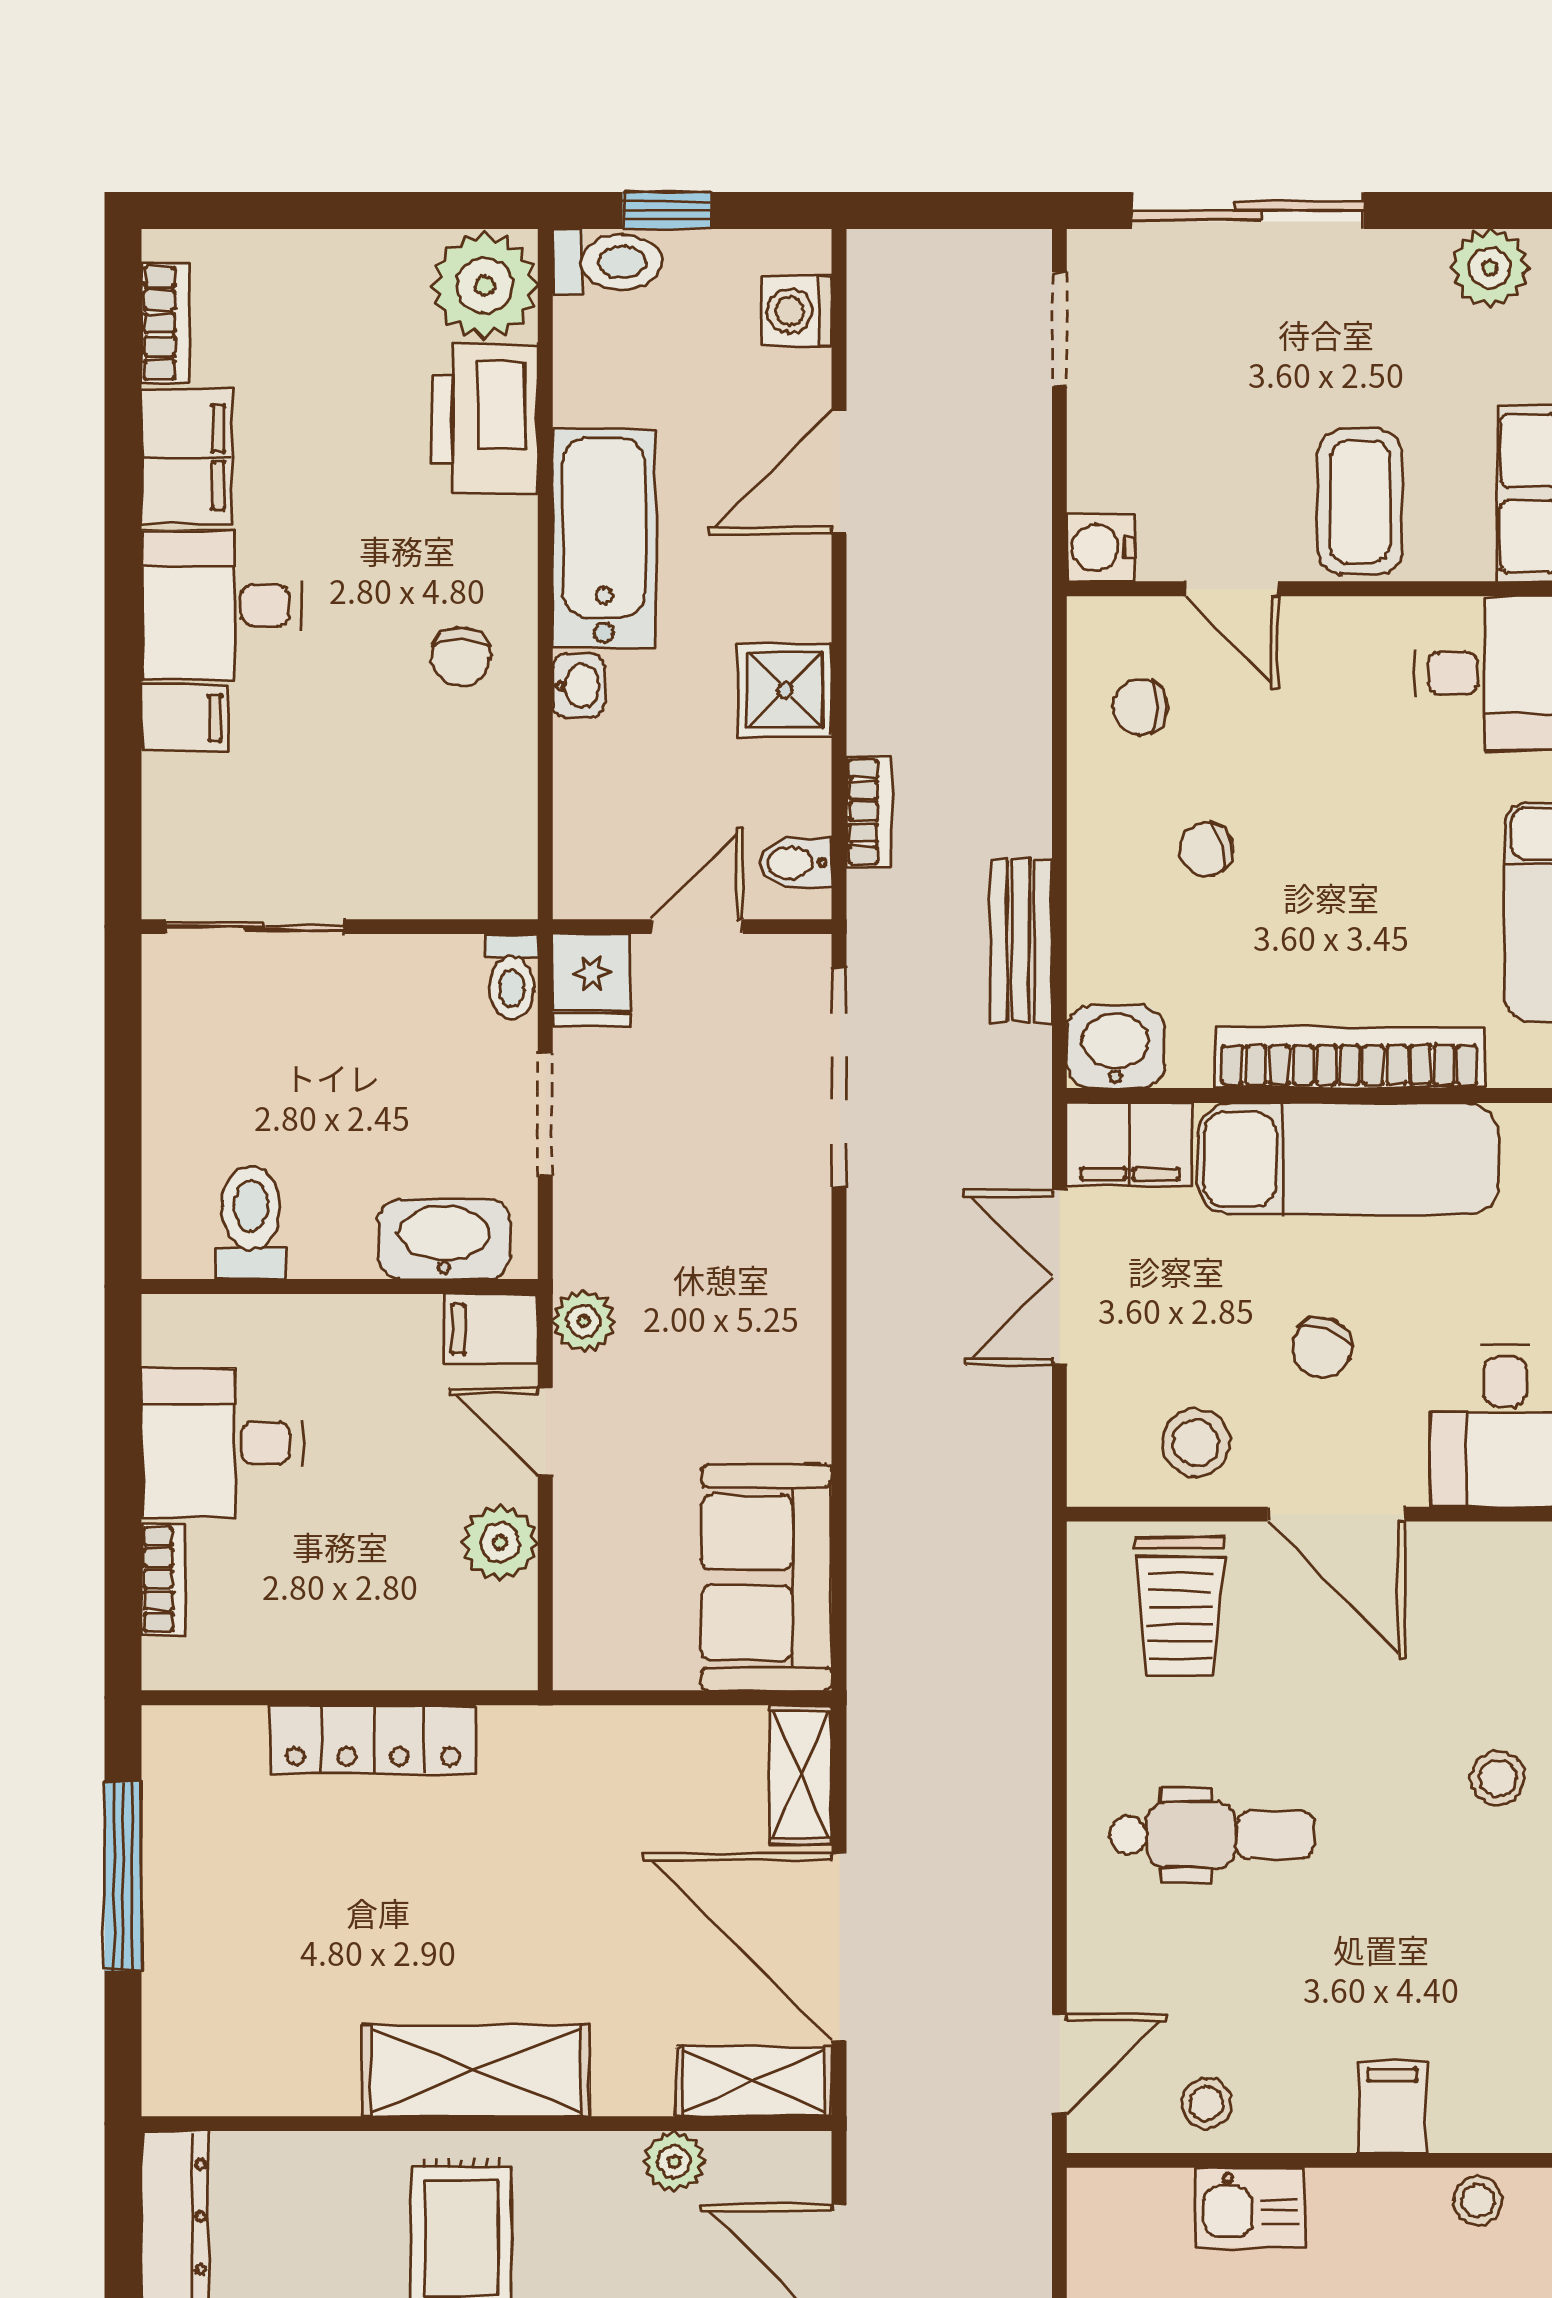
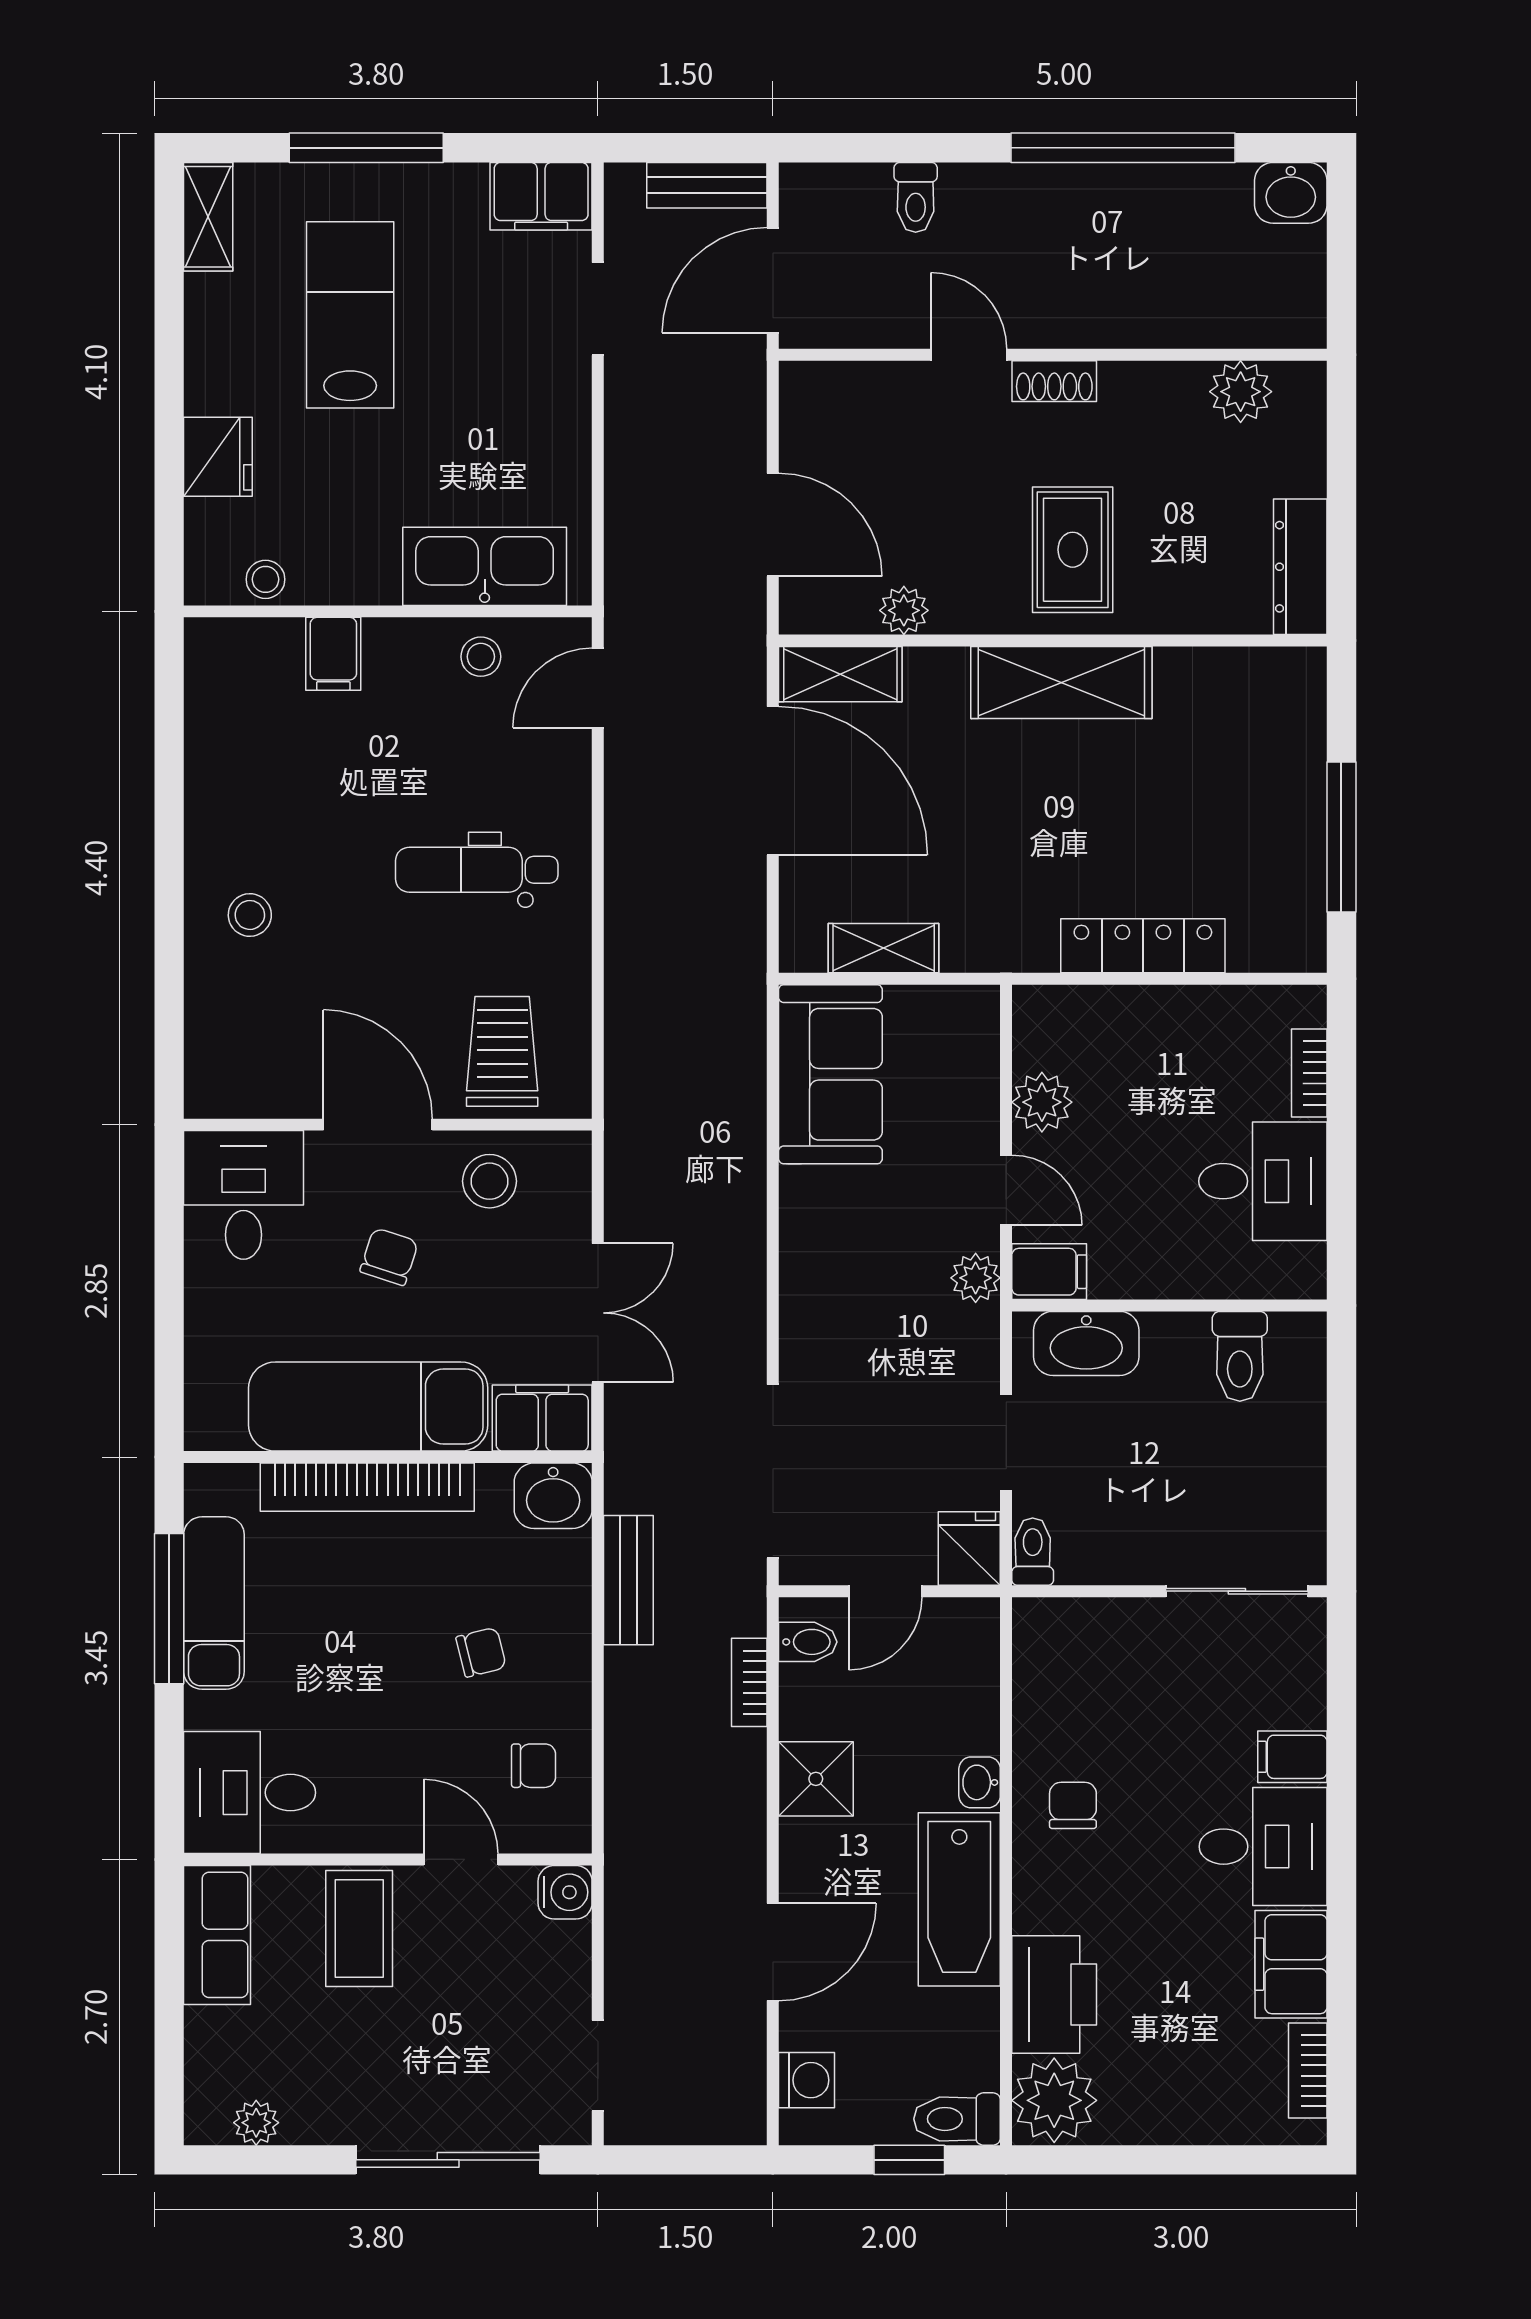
plant: (1490, 268) -> (256, 2123), width x0.73, depth x0.73
shelving: (800, 1774) -> (884, 948), moved, turned 90
kitchen sink: (1250, 2208) -> (485, 566), width x1.87, depth x1.24

